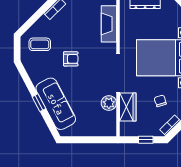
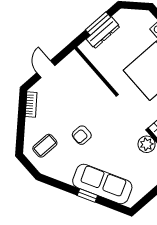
fireplace: (109, 24) -> (88, 77), removed
armchair: (71, 59) -> (82, 135), turned 180

